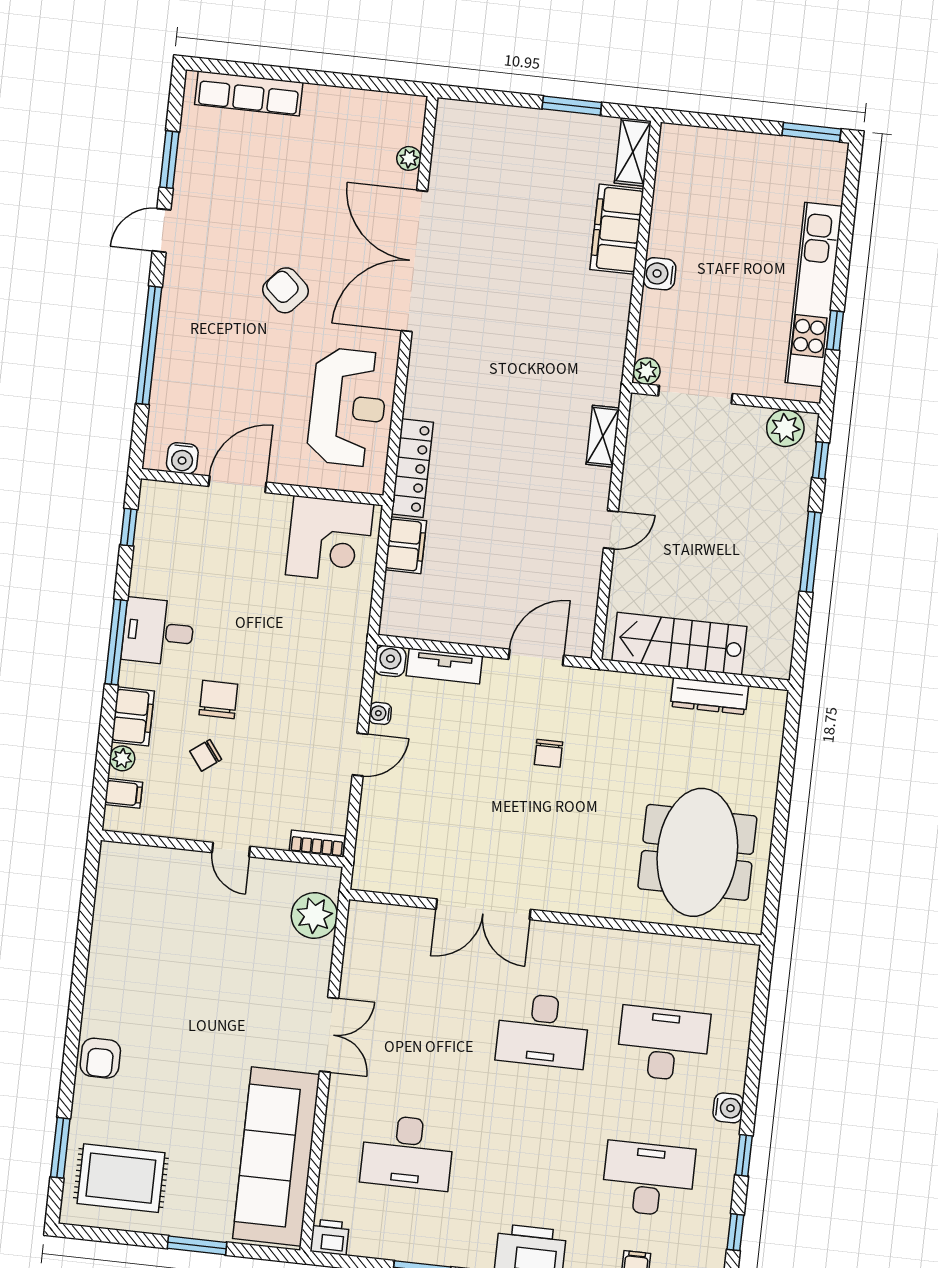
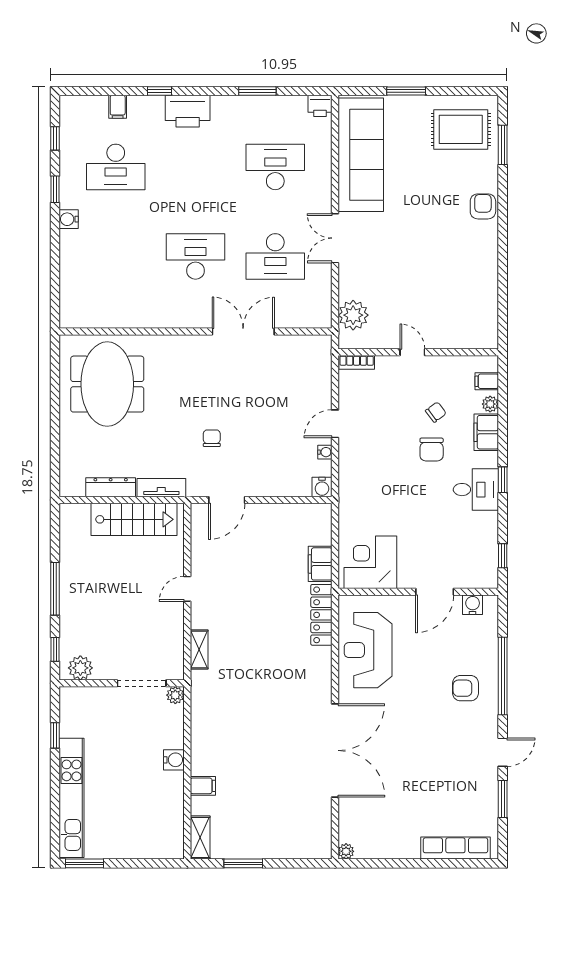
plant: (409, 158) -> (346, 851), moved
filing cabinet: (617, 229) -> (203, 786), width x0.33, depth x0.86
armchair: (286, 290) -> (466, 688), moved, turned 138
kitchen unit: (814, 294) -> (71, 798), moved
window: (116, 642) -> (503, 480), width x0.46
tv unit: (444, 666) -> (161, 488), moved
desk: (663, 1044) -> (275, 256), moved

